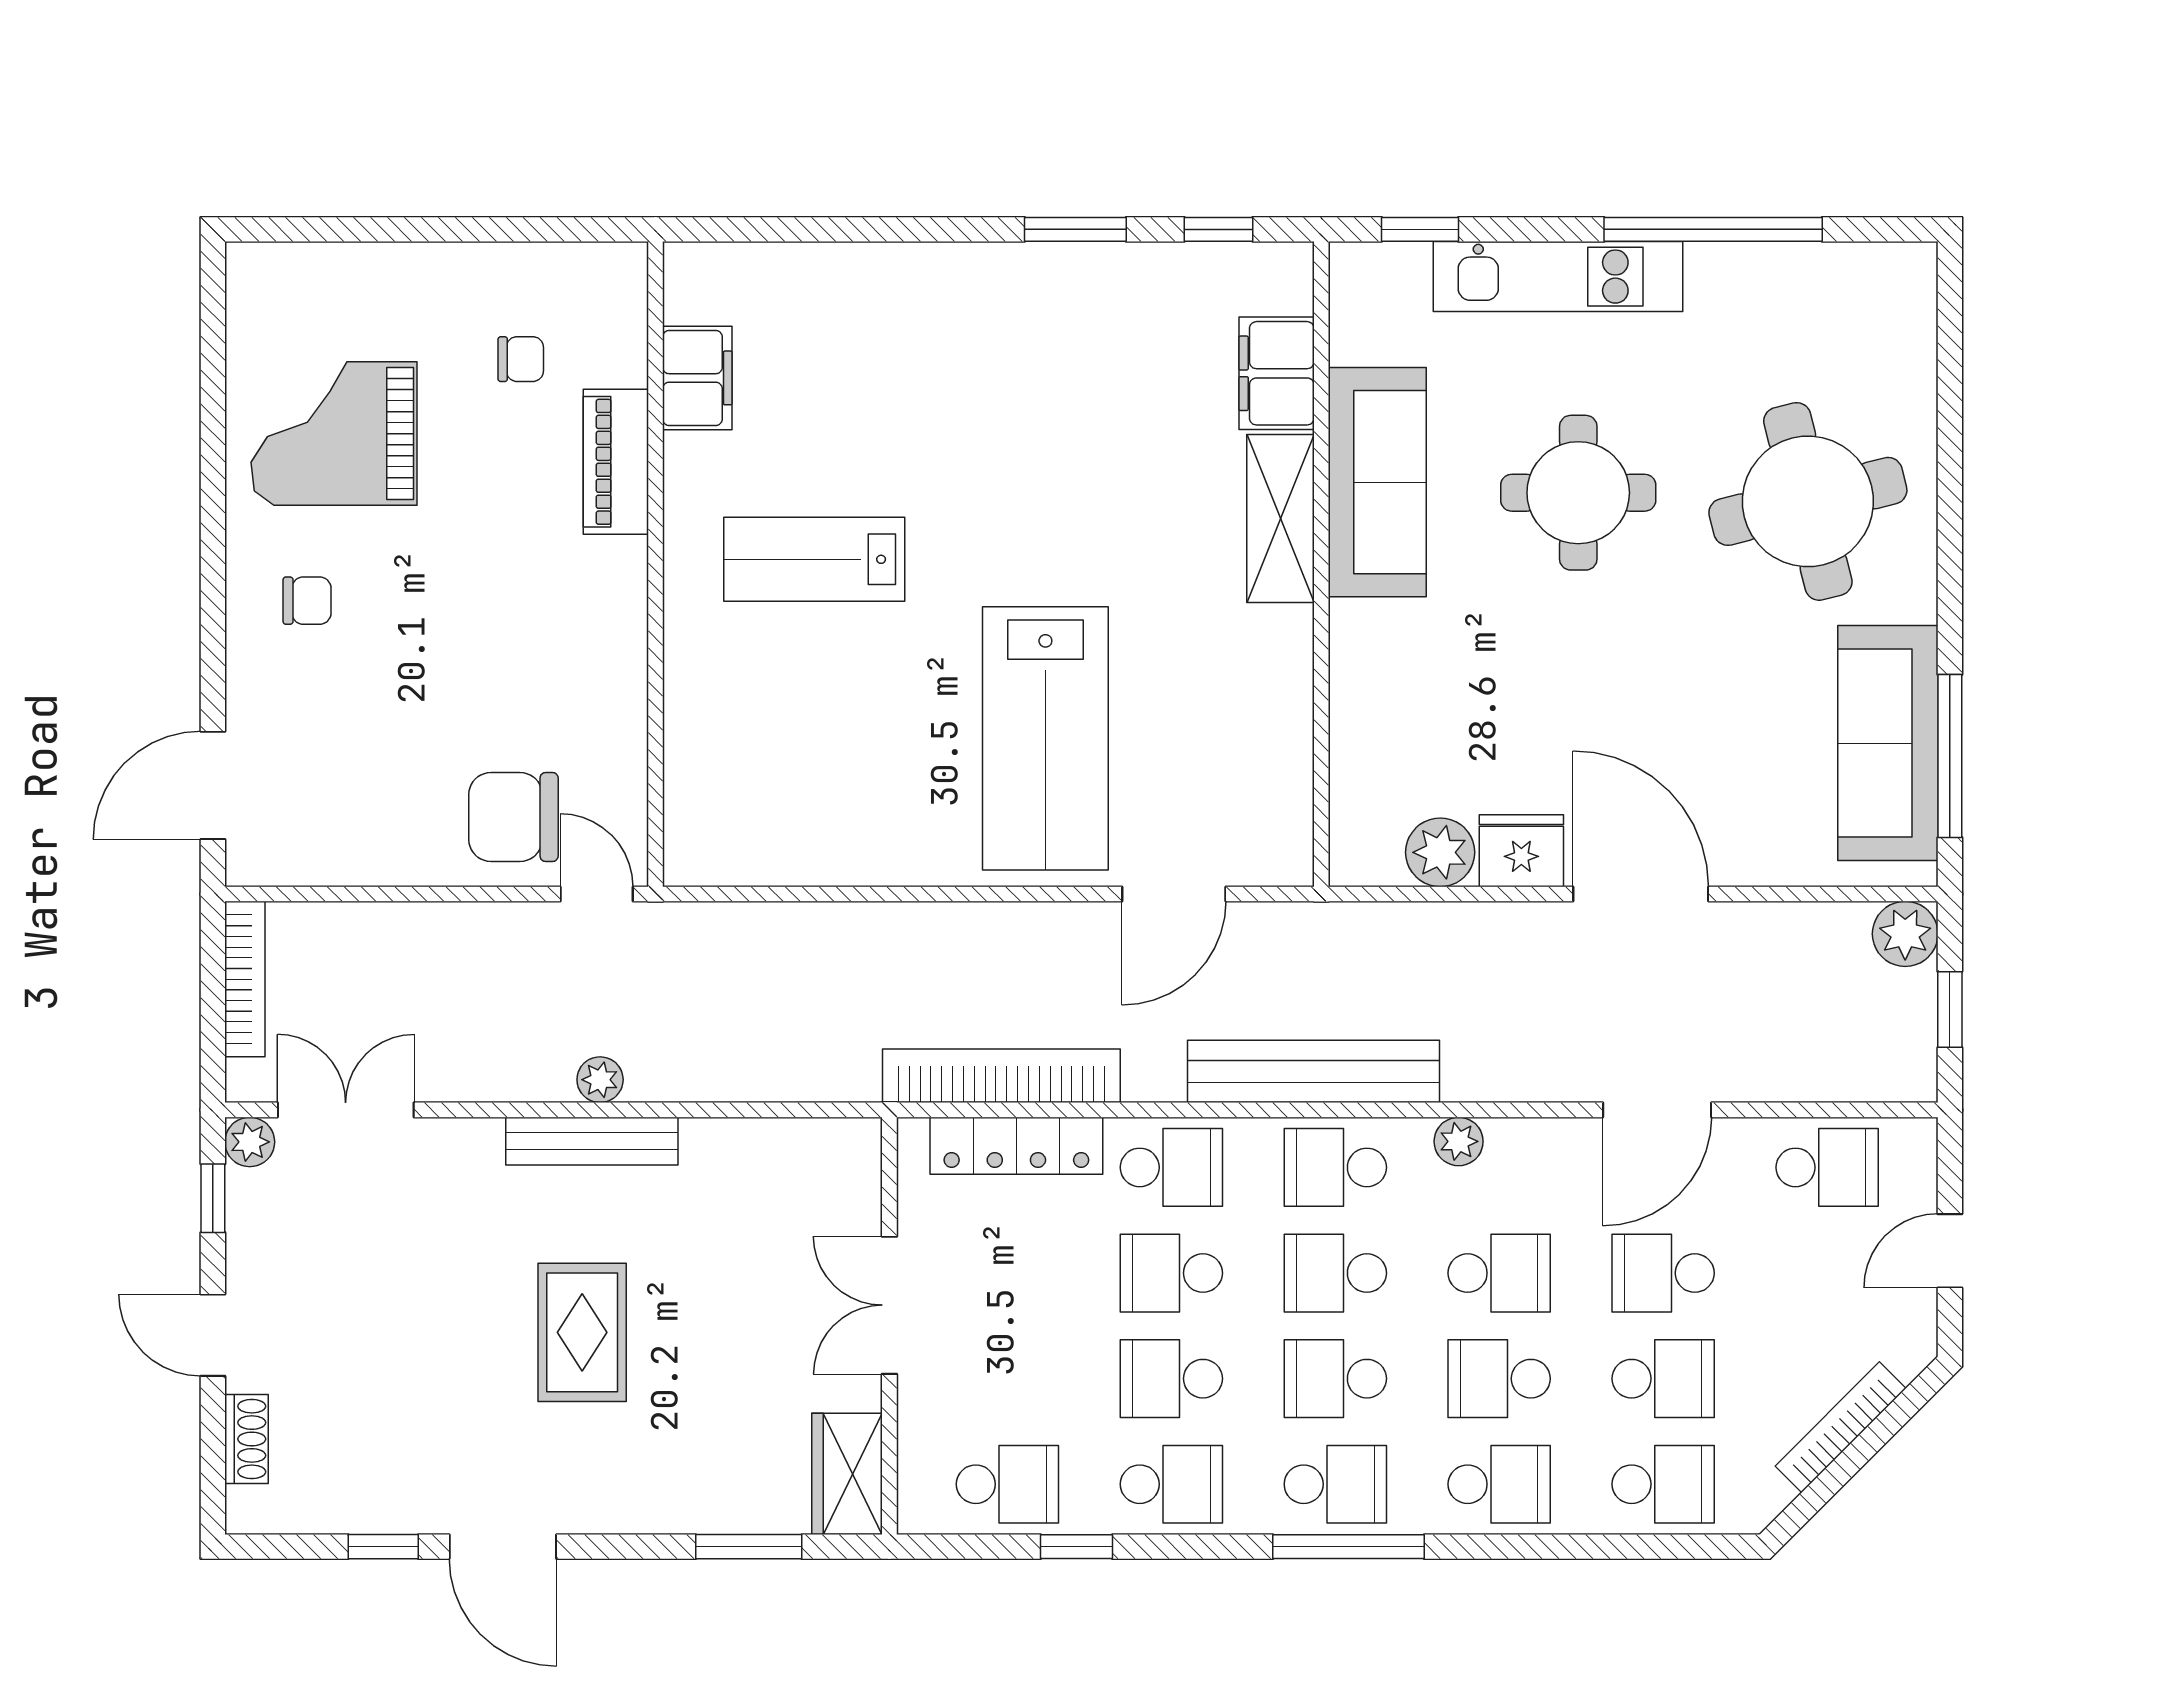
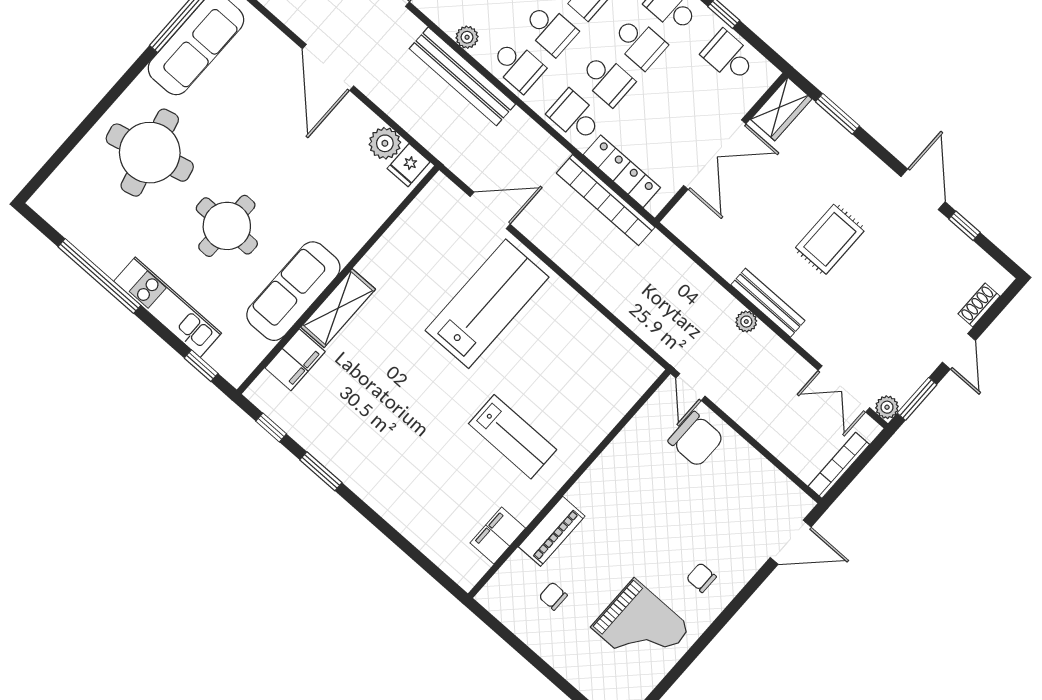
fridge: (1521, 851) -> (409, 165), moved, width x0.72
bench: (1314, 1071) -> (462, 76), moved
window: (213, 1198) -> (917, 399), width x1.50
double door: (889, 1305) -> (715, 155), width x1.37

